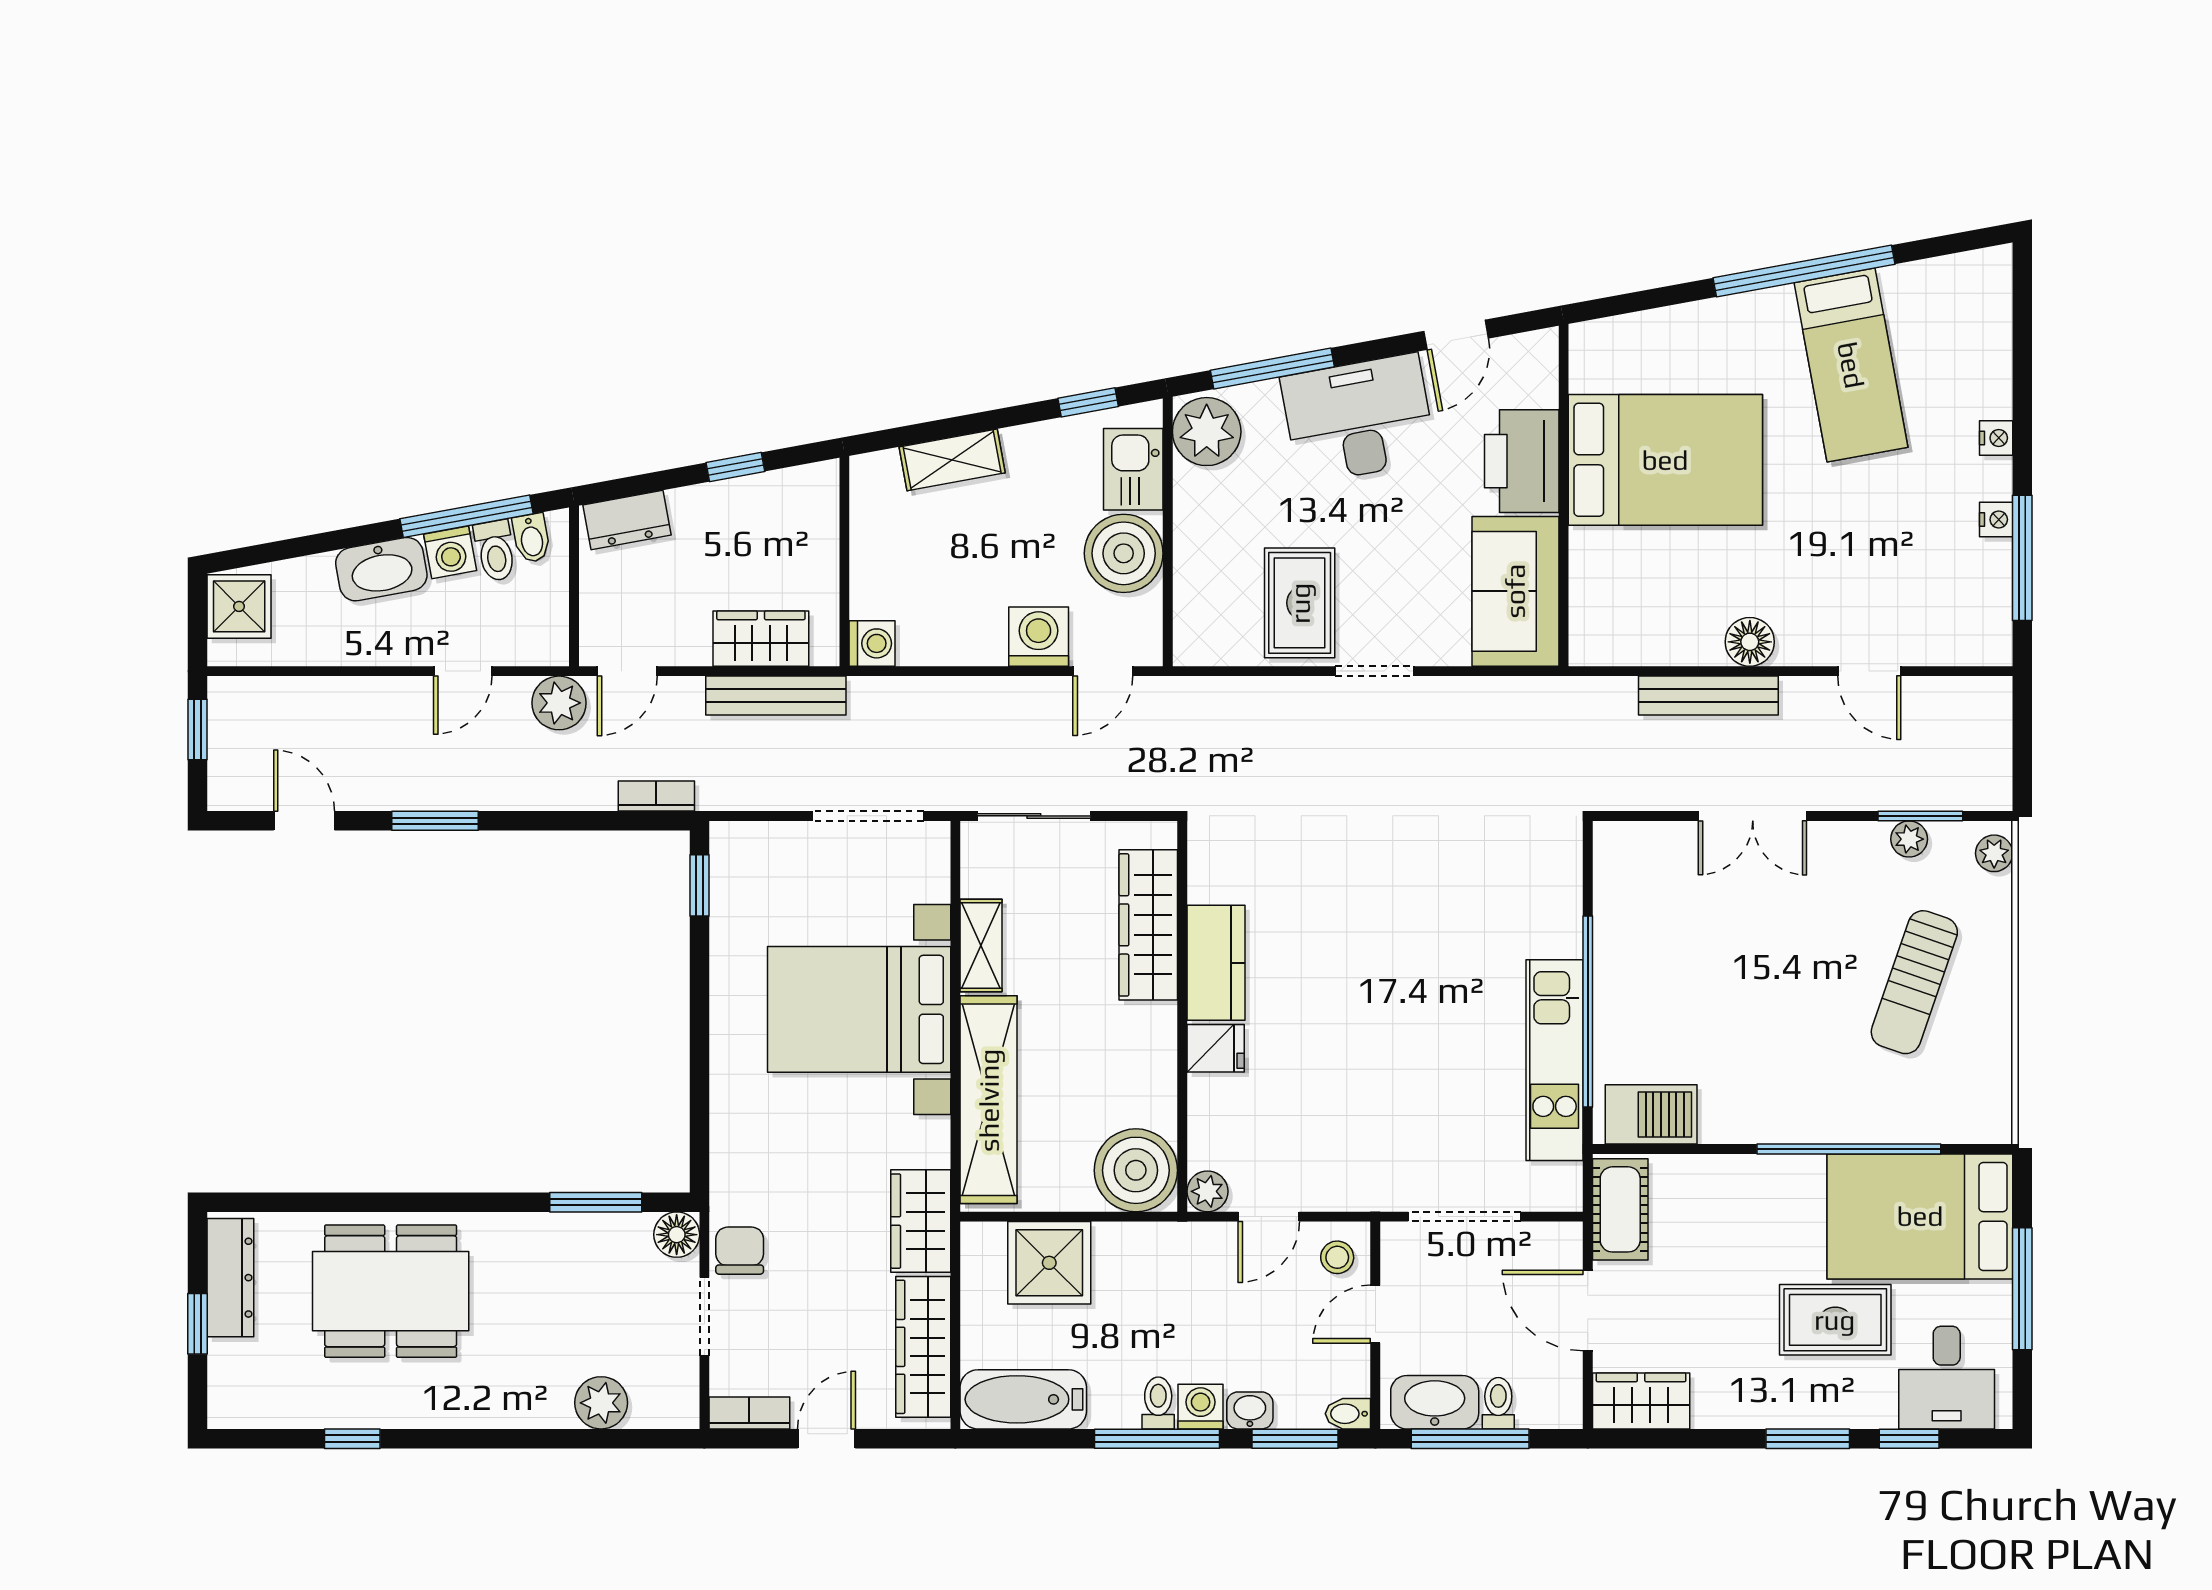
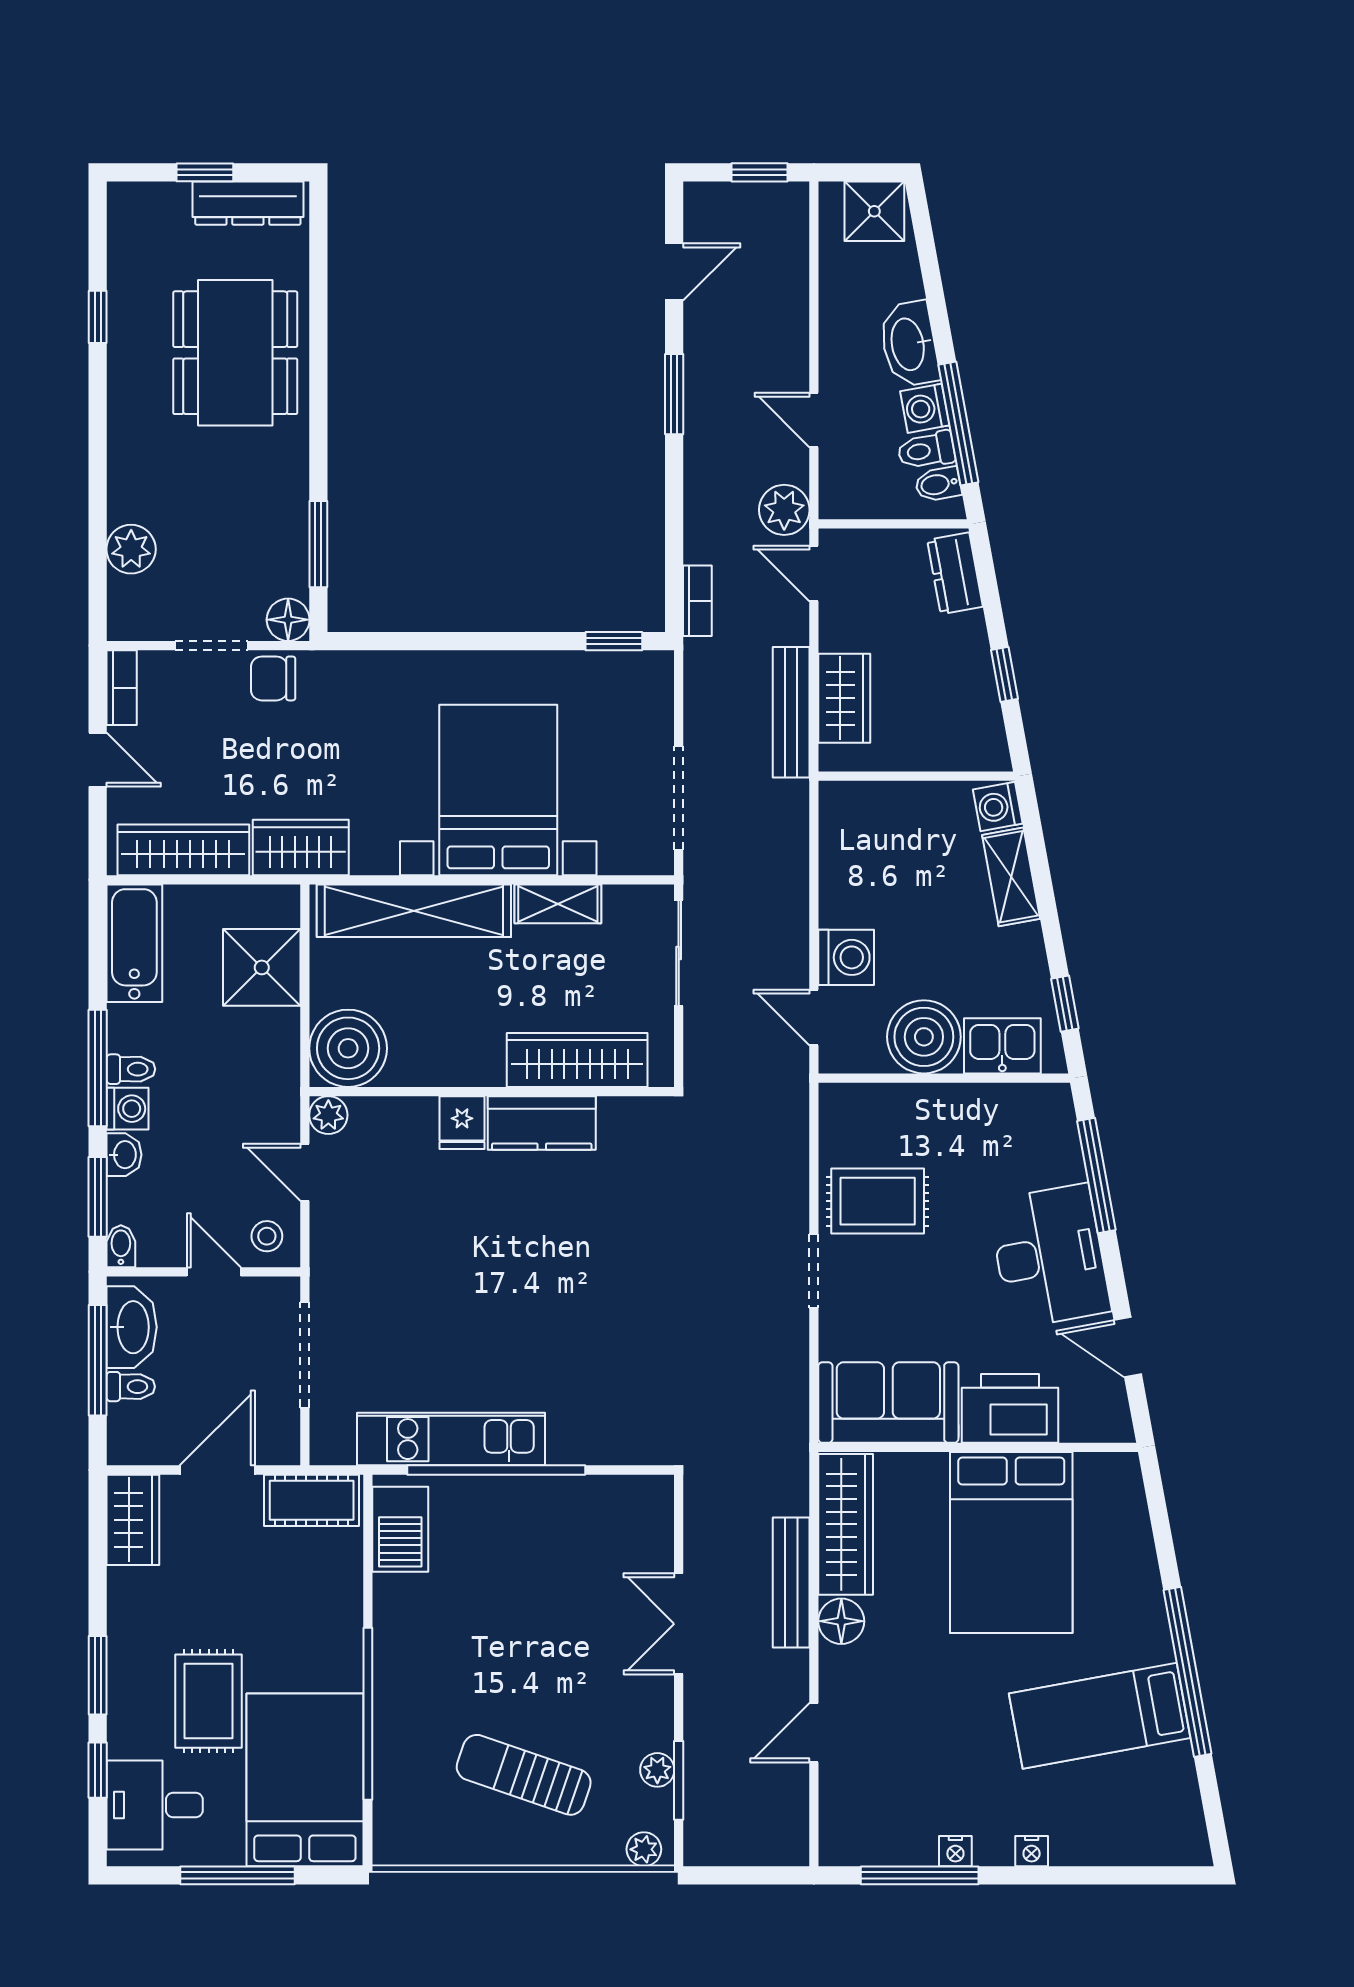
plant: (1207, 432) -> (1038, 1114), removed
wardrobe: (1646, 637) -> (846, 1524), added
washing machine: (872, 643) -> (998, 807), moved, turned 80
chair: (740, 1251) -> (273, 678), turned 180

